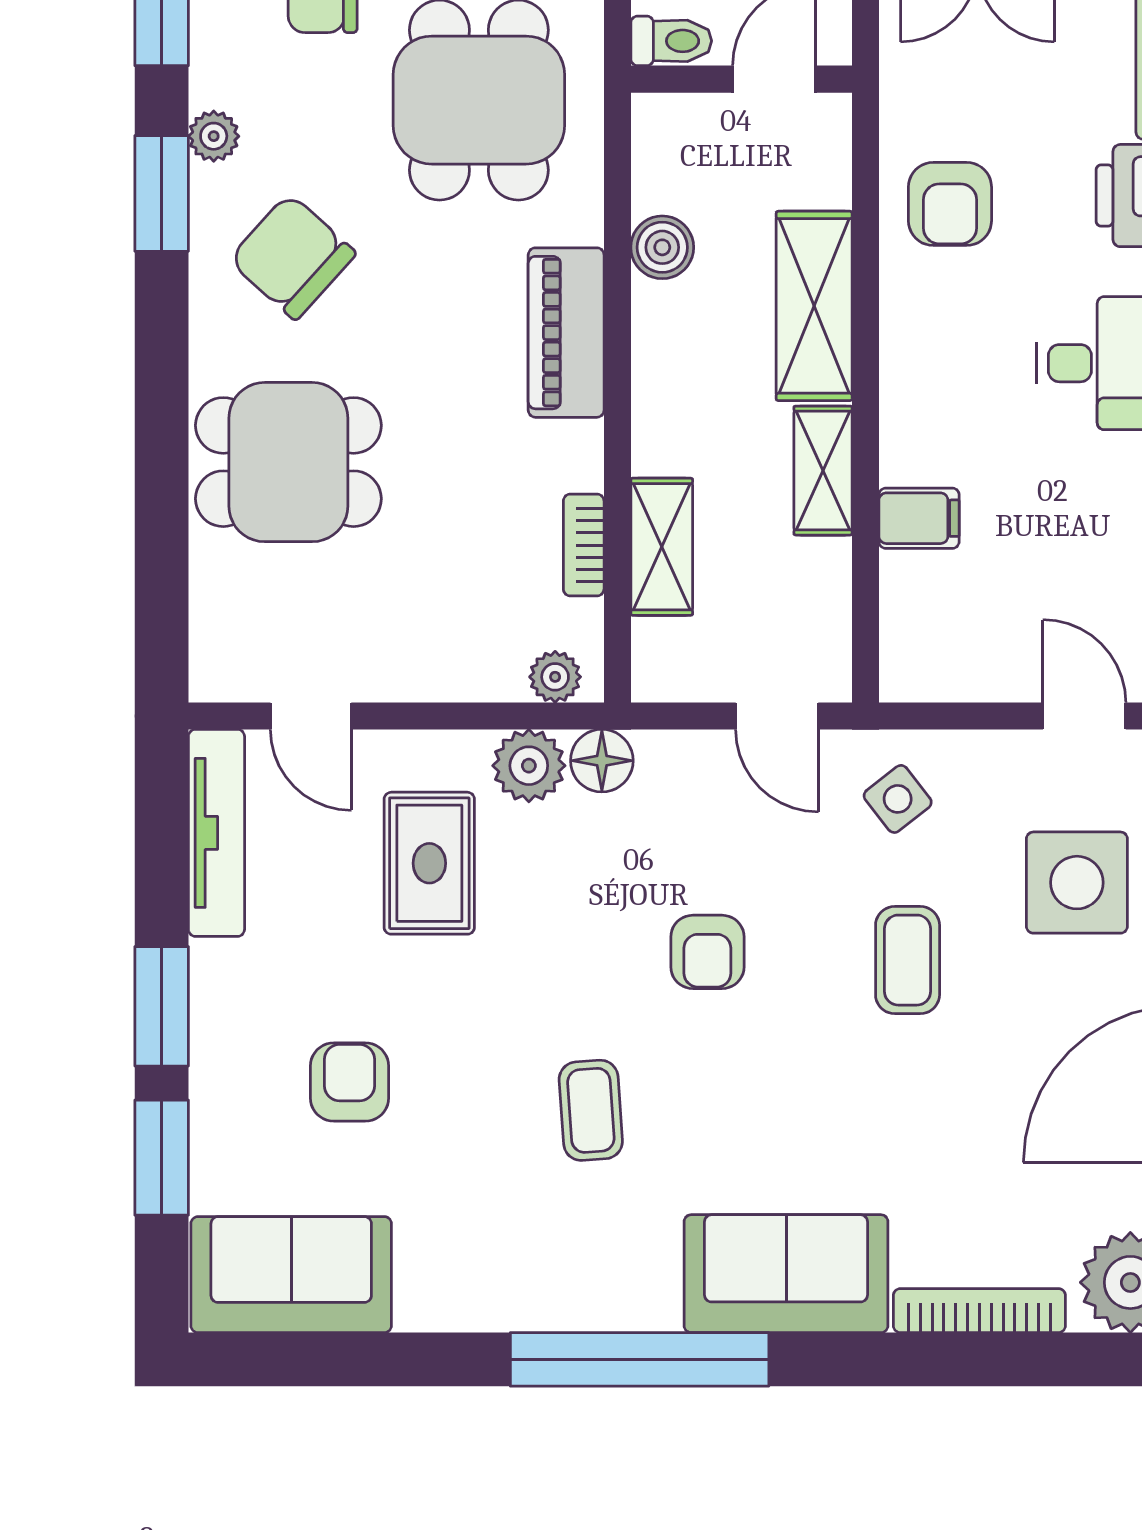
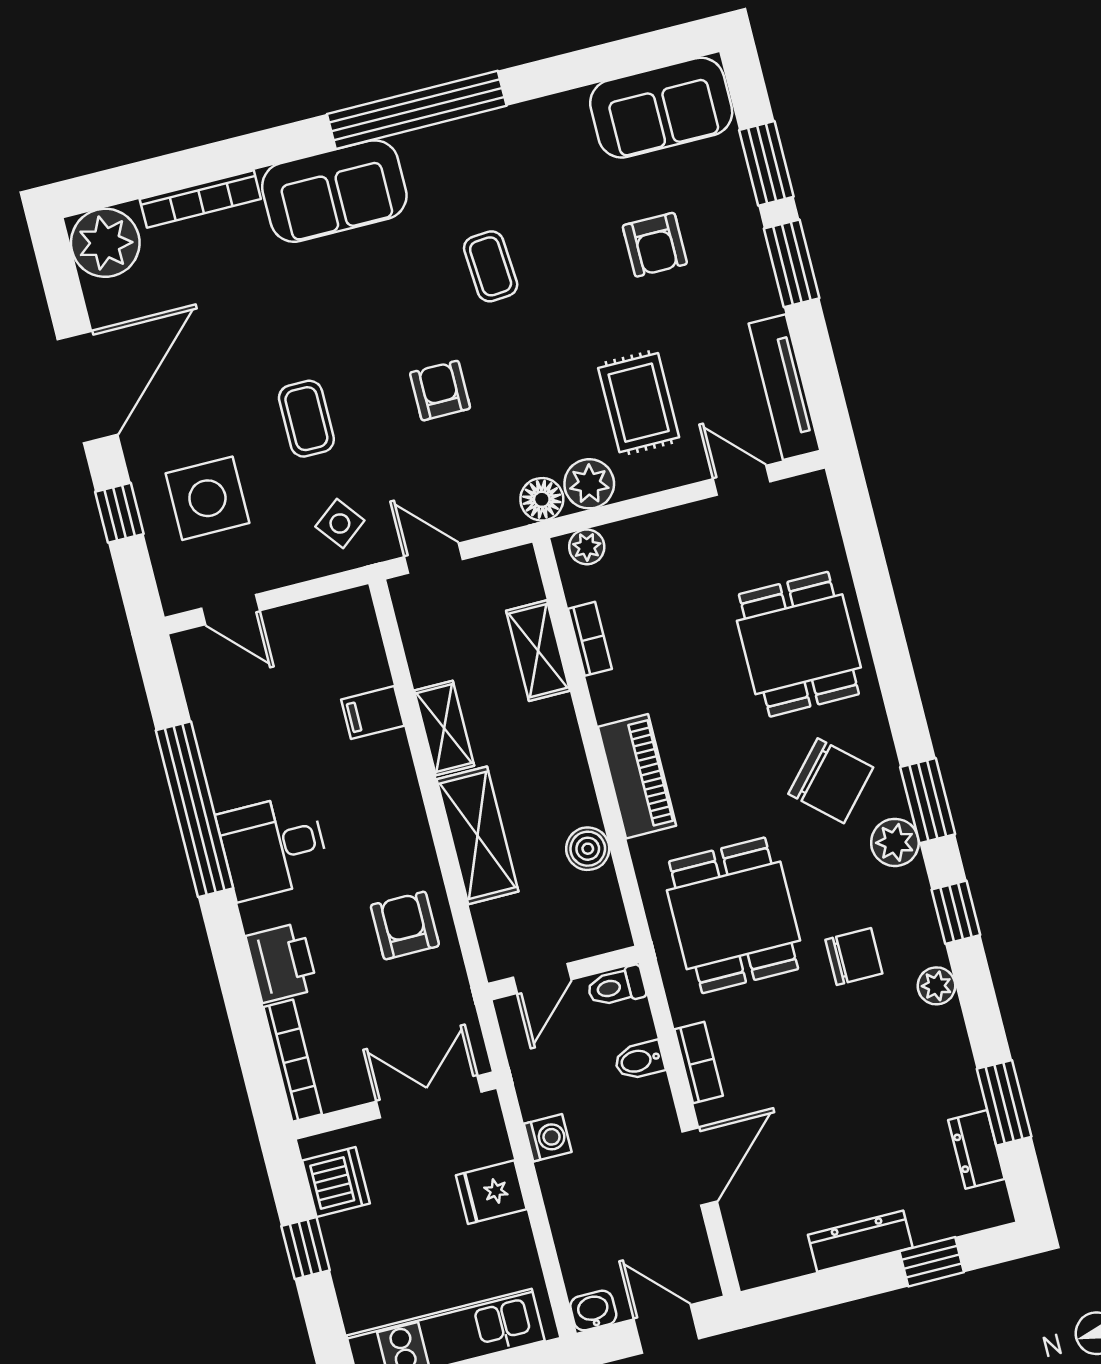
plant: (214, 136) -> (895, 842), width x1.38, depth x1.38
dining table: (288, 462) -> (799, 644), turned 90

